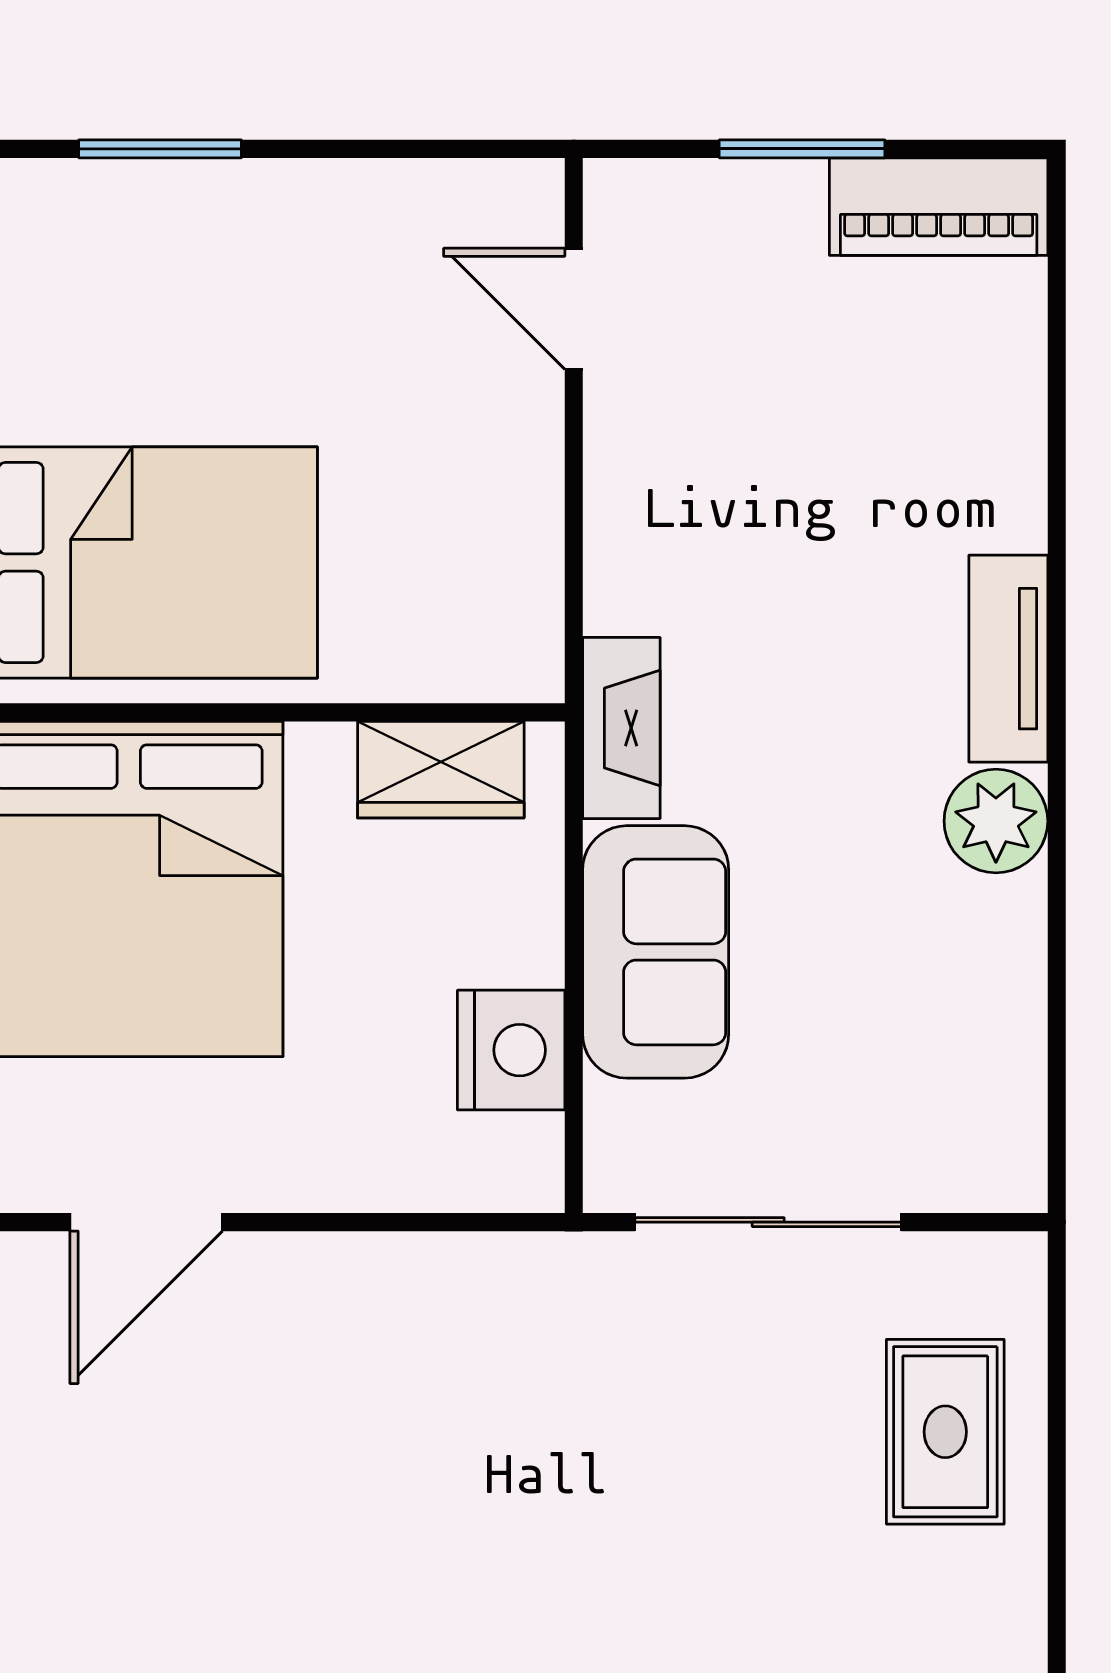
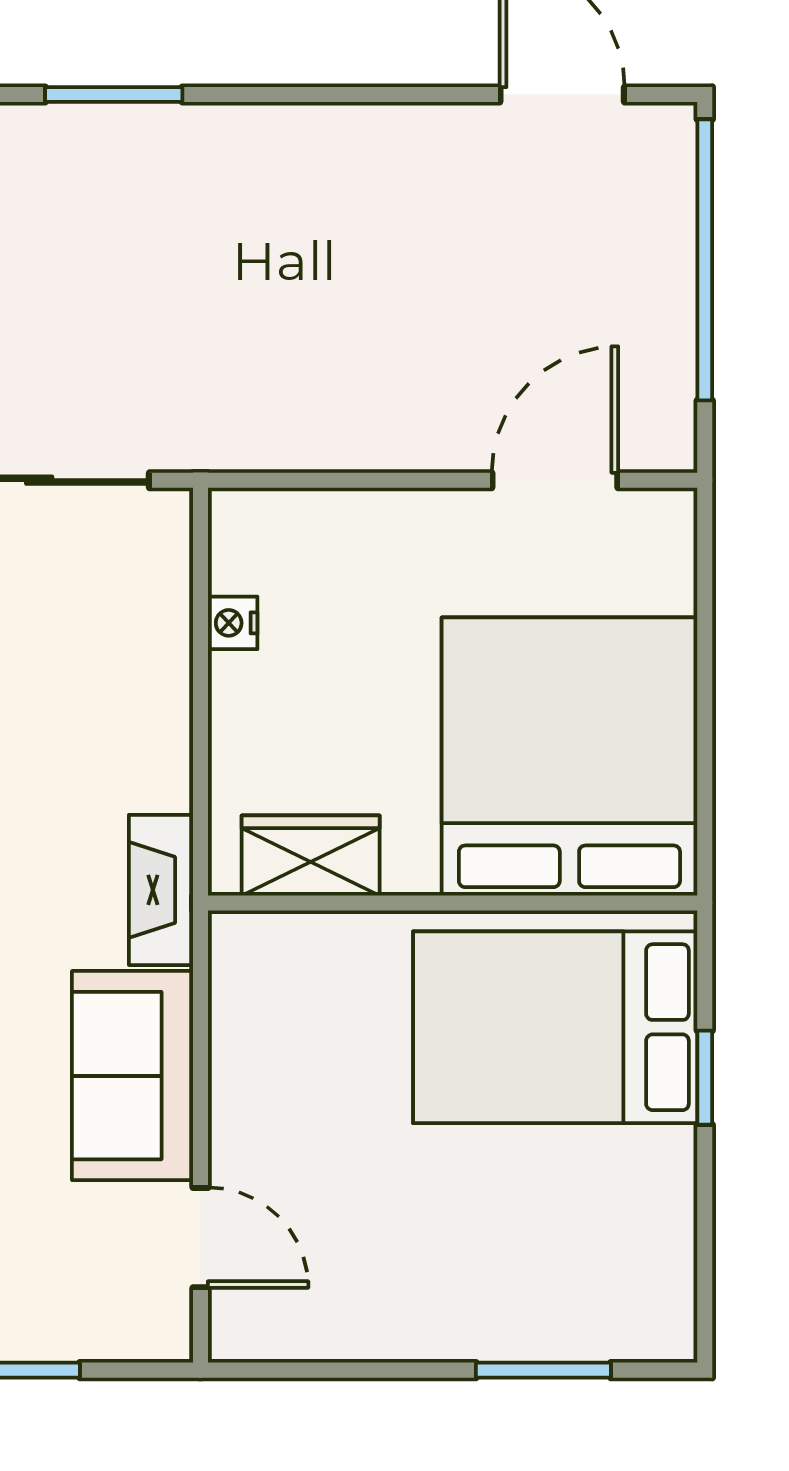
sofa: (656, 952) -> (132, 1076), moved
nightstand: (511, 1050) -> (233, 623), width x0.53, depth x0.56

